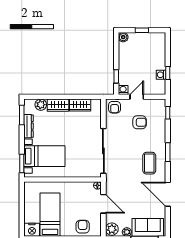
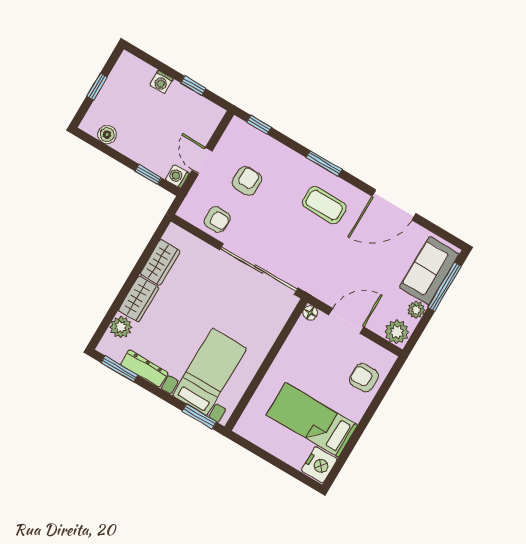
boiler: (123, 37) -> (107, 135), moved
washing machine: (161, 75) -> (162, 82), moved
armchair: (115, 107) -> (217, 219), moved

